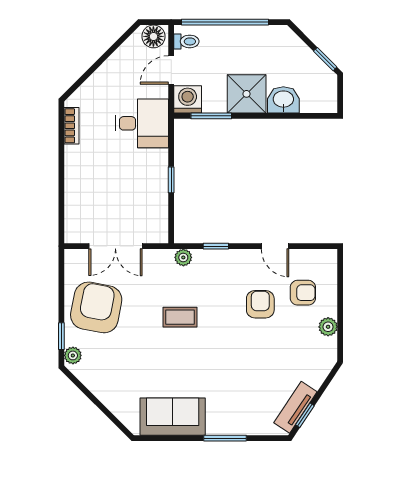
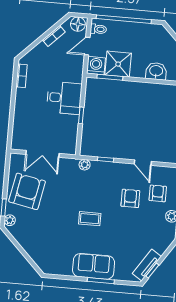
bookcase: (117, 58) -> (54, 36), added
shower: (247, 94) -> (118, 64), moved
desk: (142, 123) -> (64, 98), moved
armchair: (303, 293) -> (158, 193), turned -90
coffee table: (180, 317) -> (90, 219), moved
sofa: (173, 417) -> (94, 266), moved

